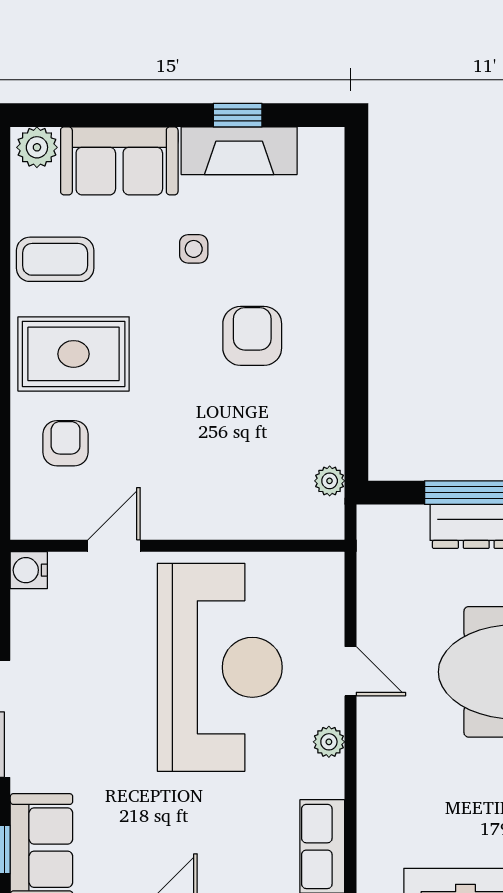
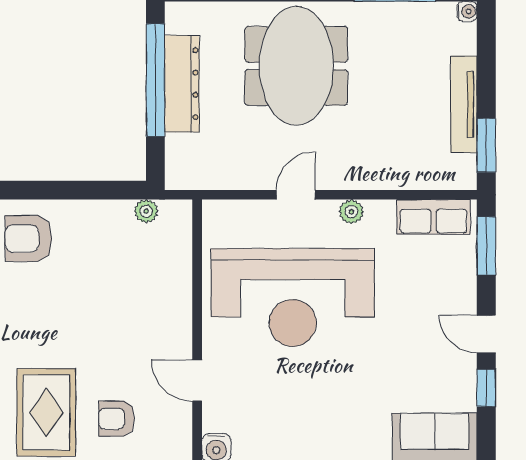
armchair: (252, 336) -> (28, 239), moved
reception desk: (220, 667) -> (293, 297), turned 180

